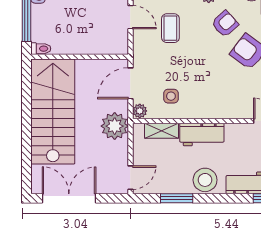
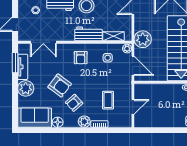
door: (130, 17) -> (133, 107), swing flipped
door: (130, 83) -> (133, 66), hinge flipped
armchair: (214, 96) -> (81, 58), added

